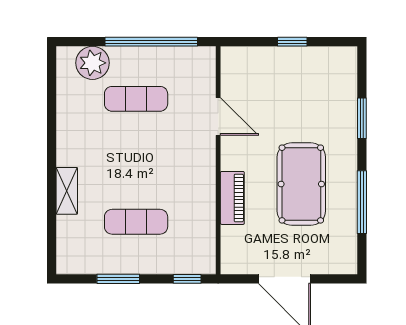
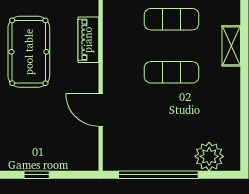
exercise mat: (136, 99) -> (172, 72), moved

